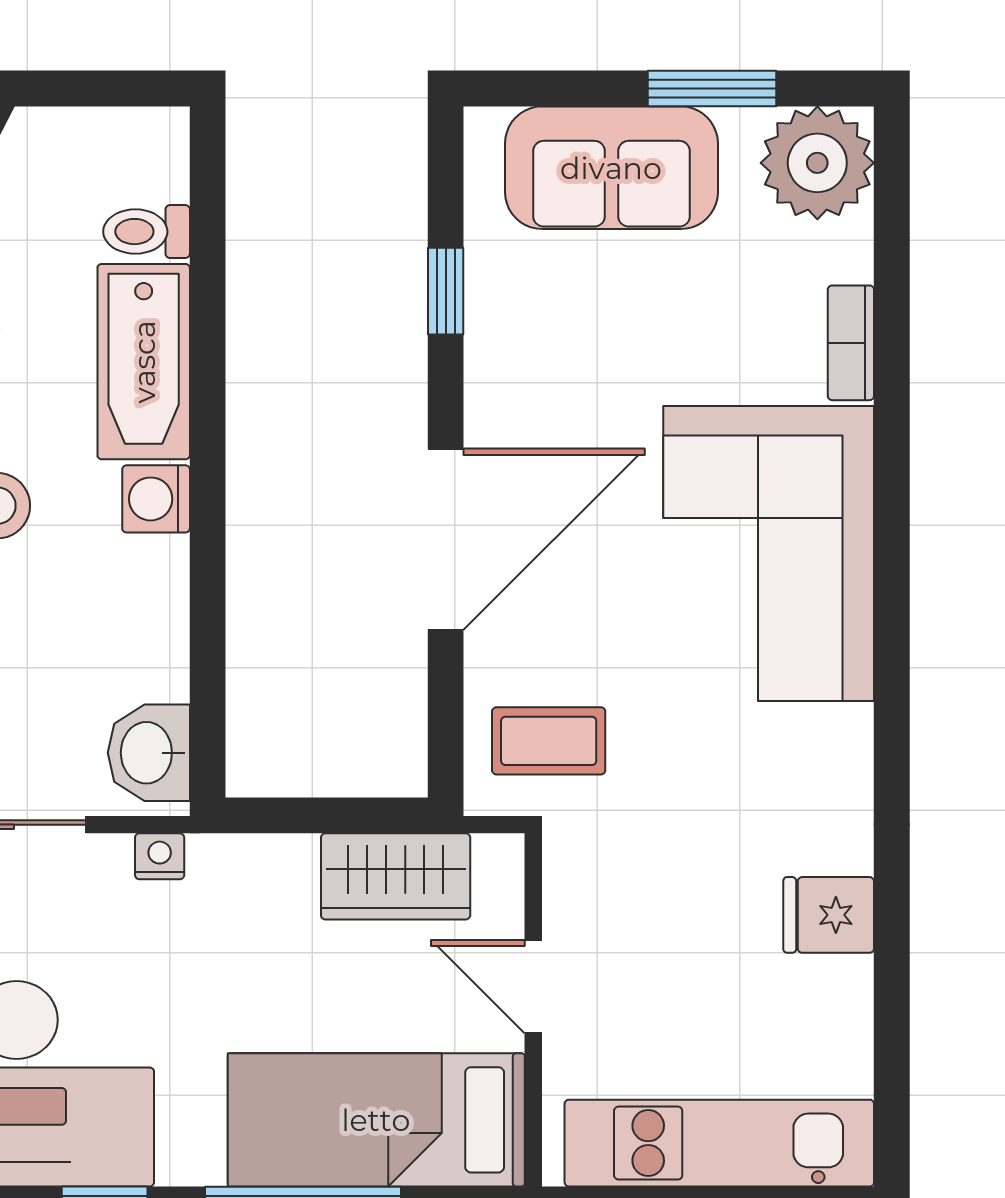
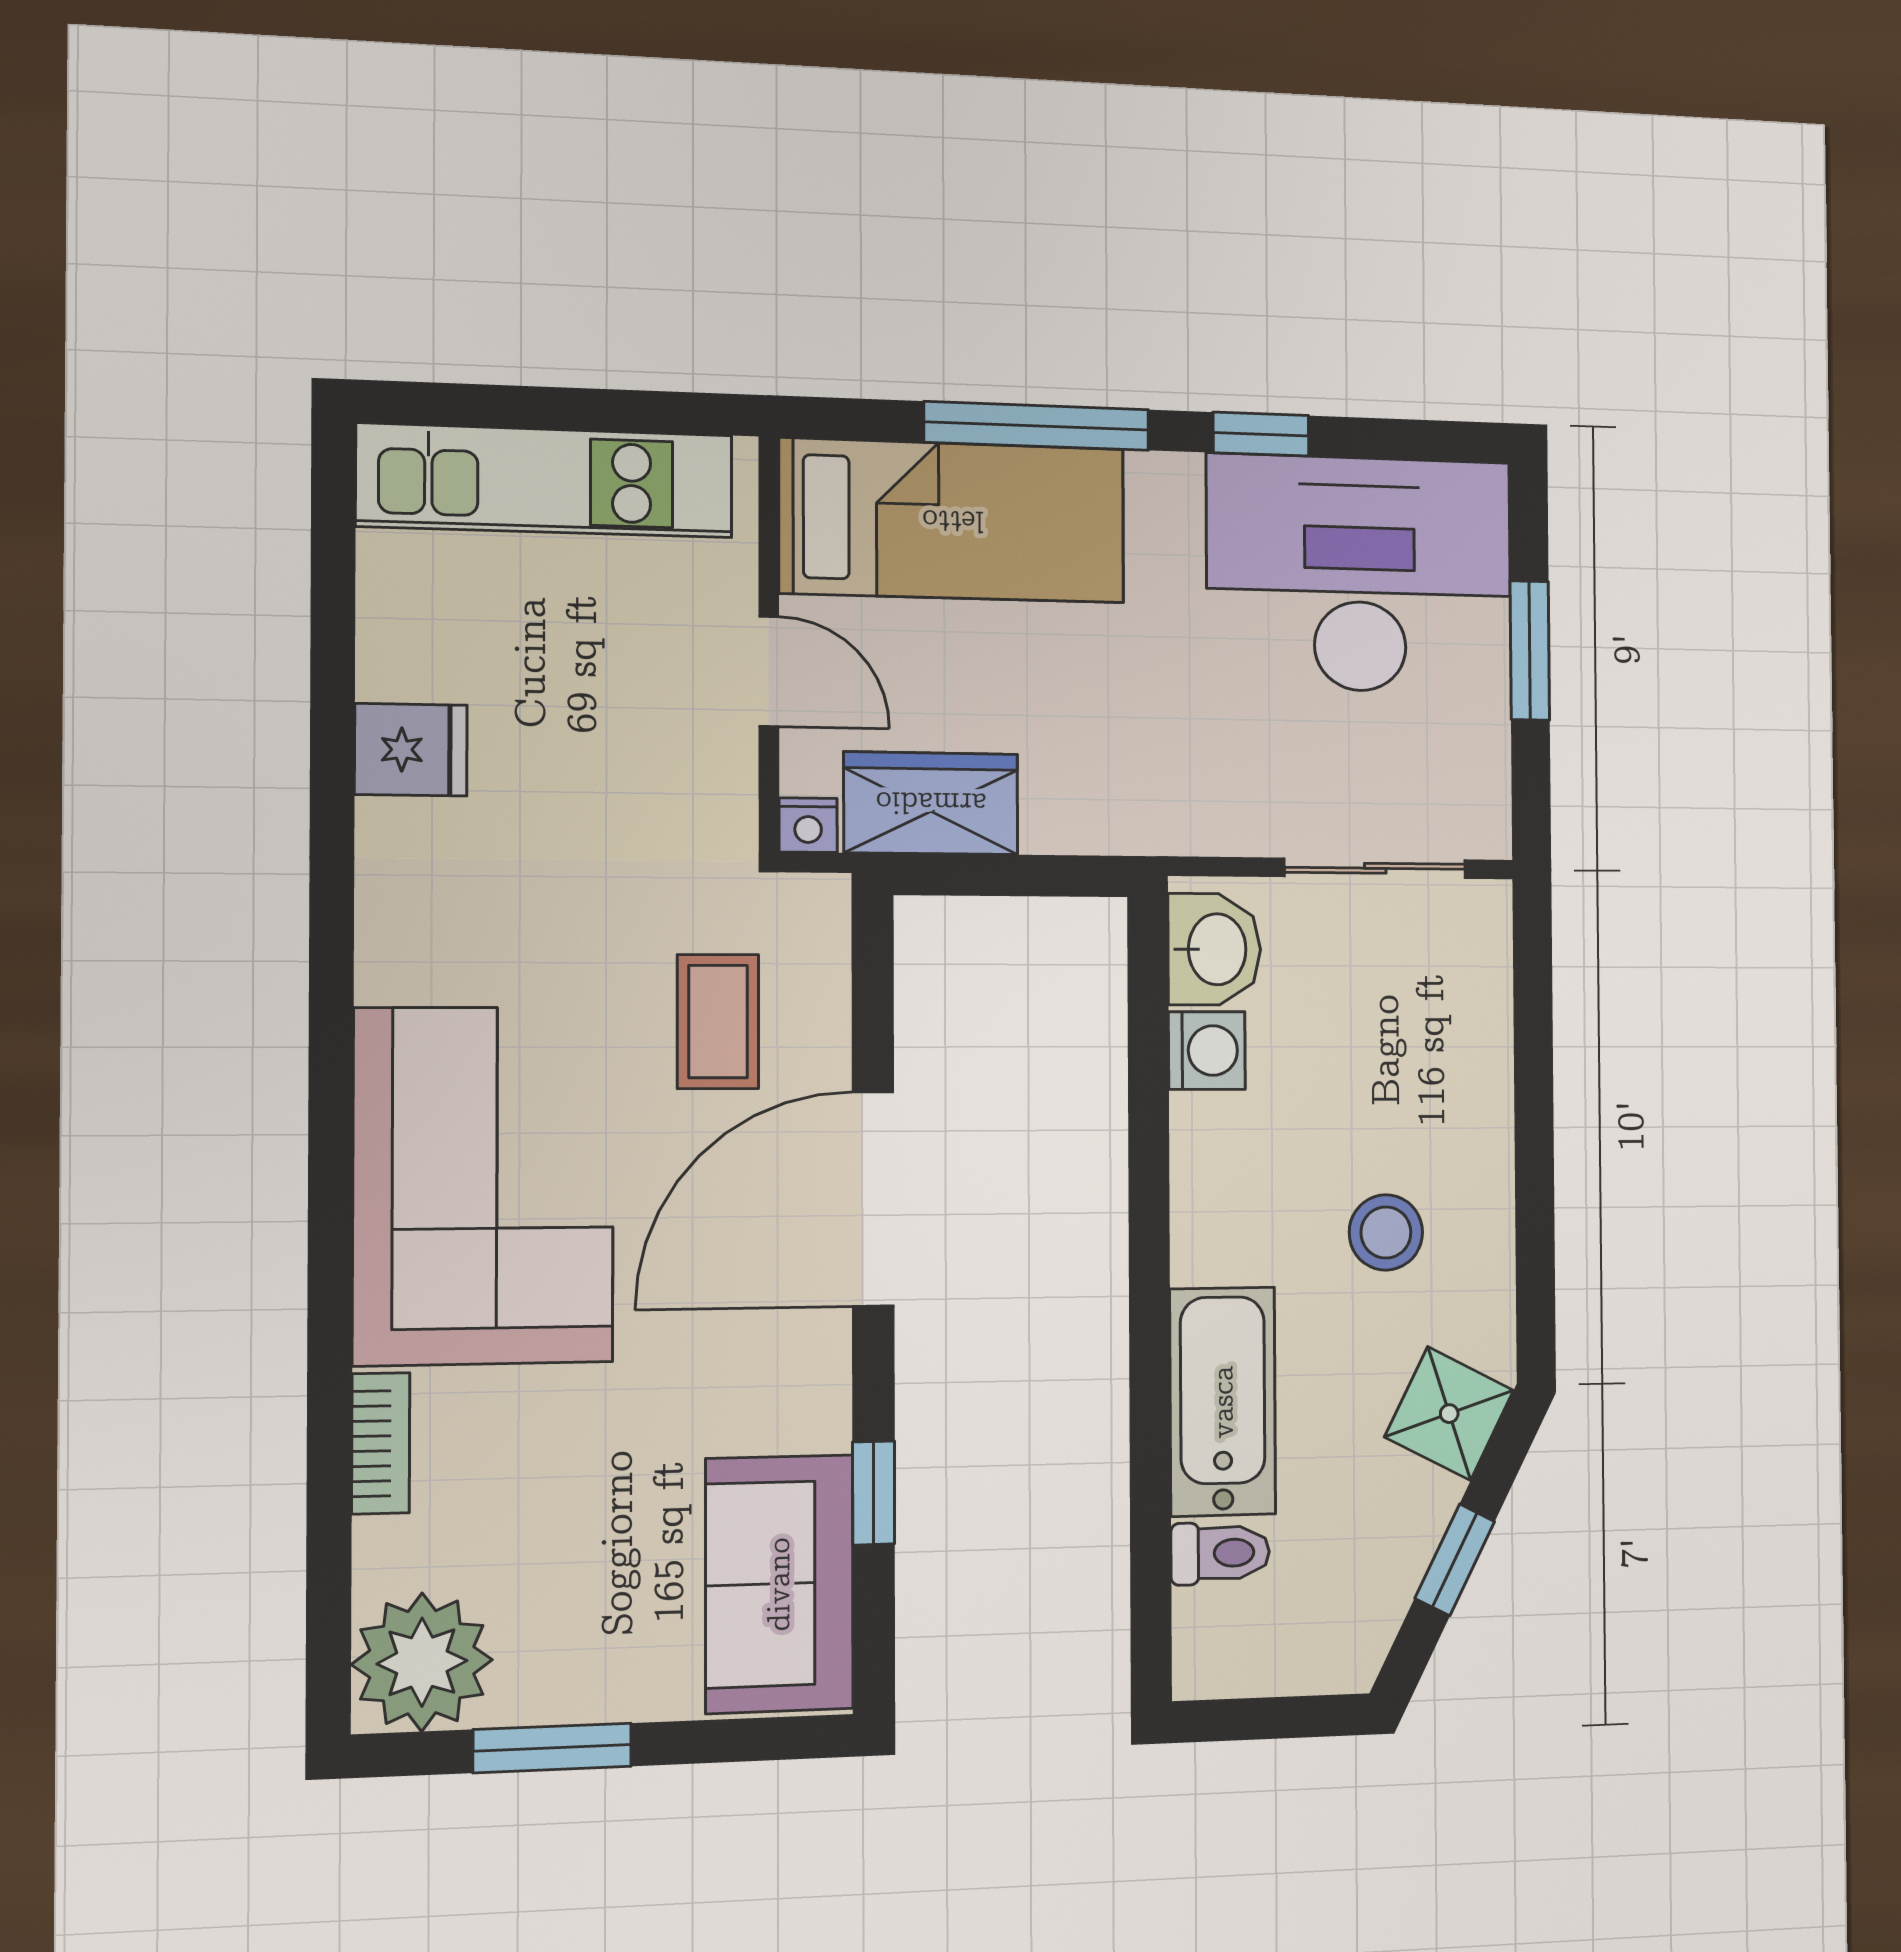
sofa: (611, 168) -> (779, 1584), moved, turned -90
washing machine: (156, 499) -> (1207, 1051), moved
coffee table: (549, 741) -> (718, 1022), moved, turned 90
nightstand: (160, 856) -> (808, 825), moved

